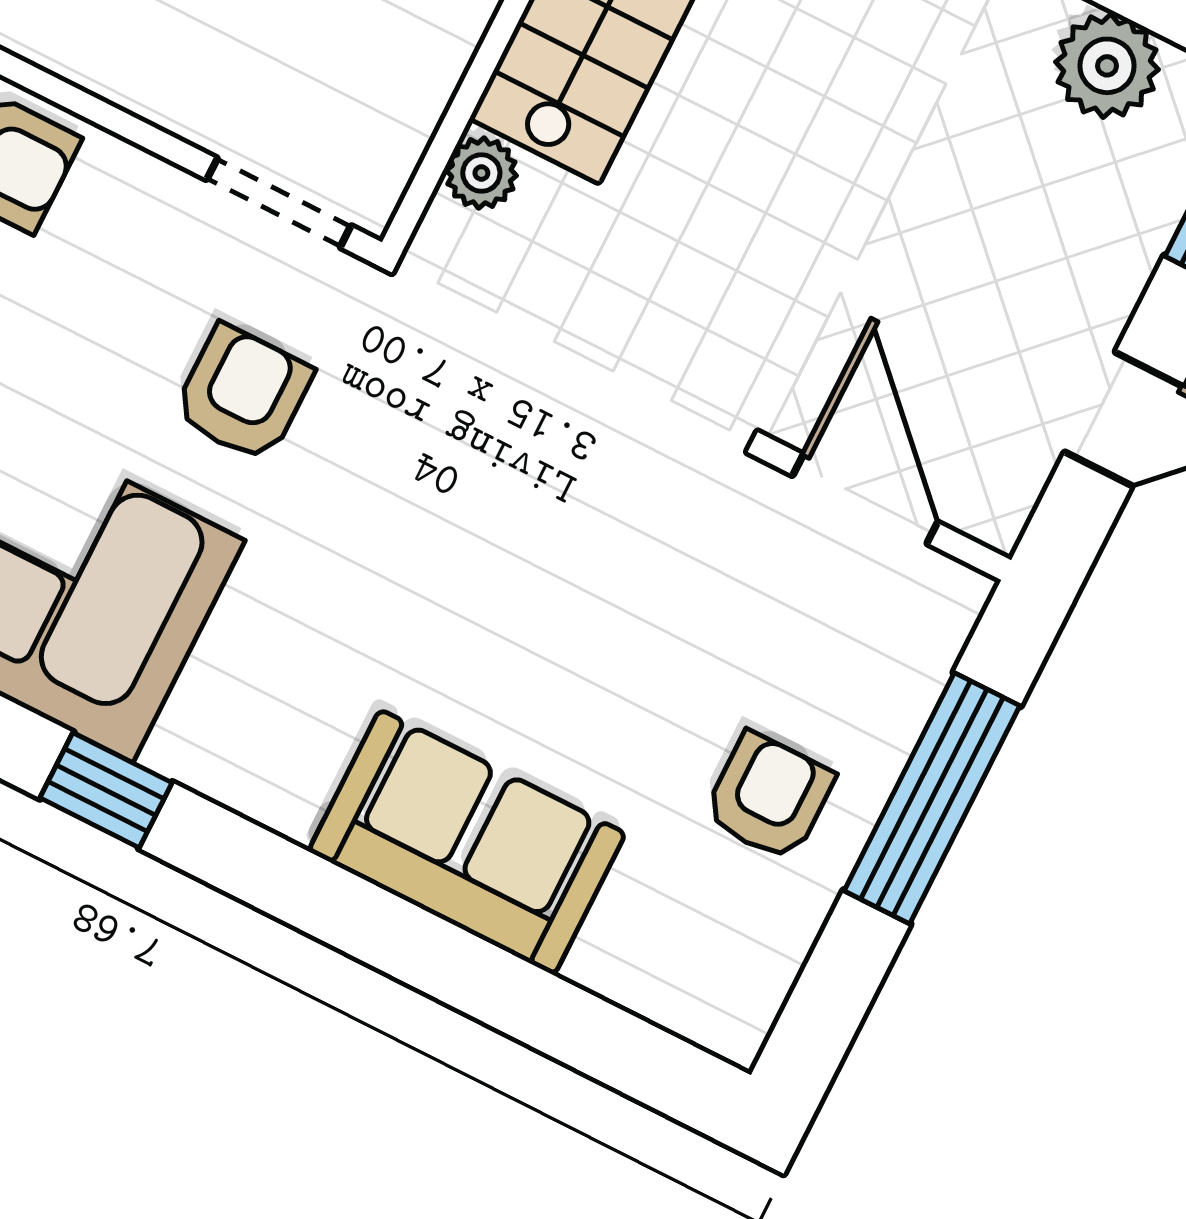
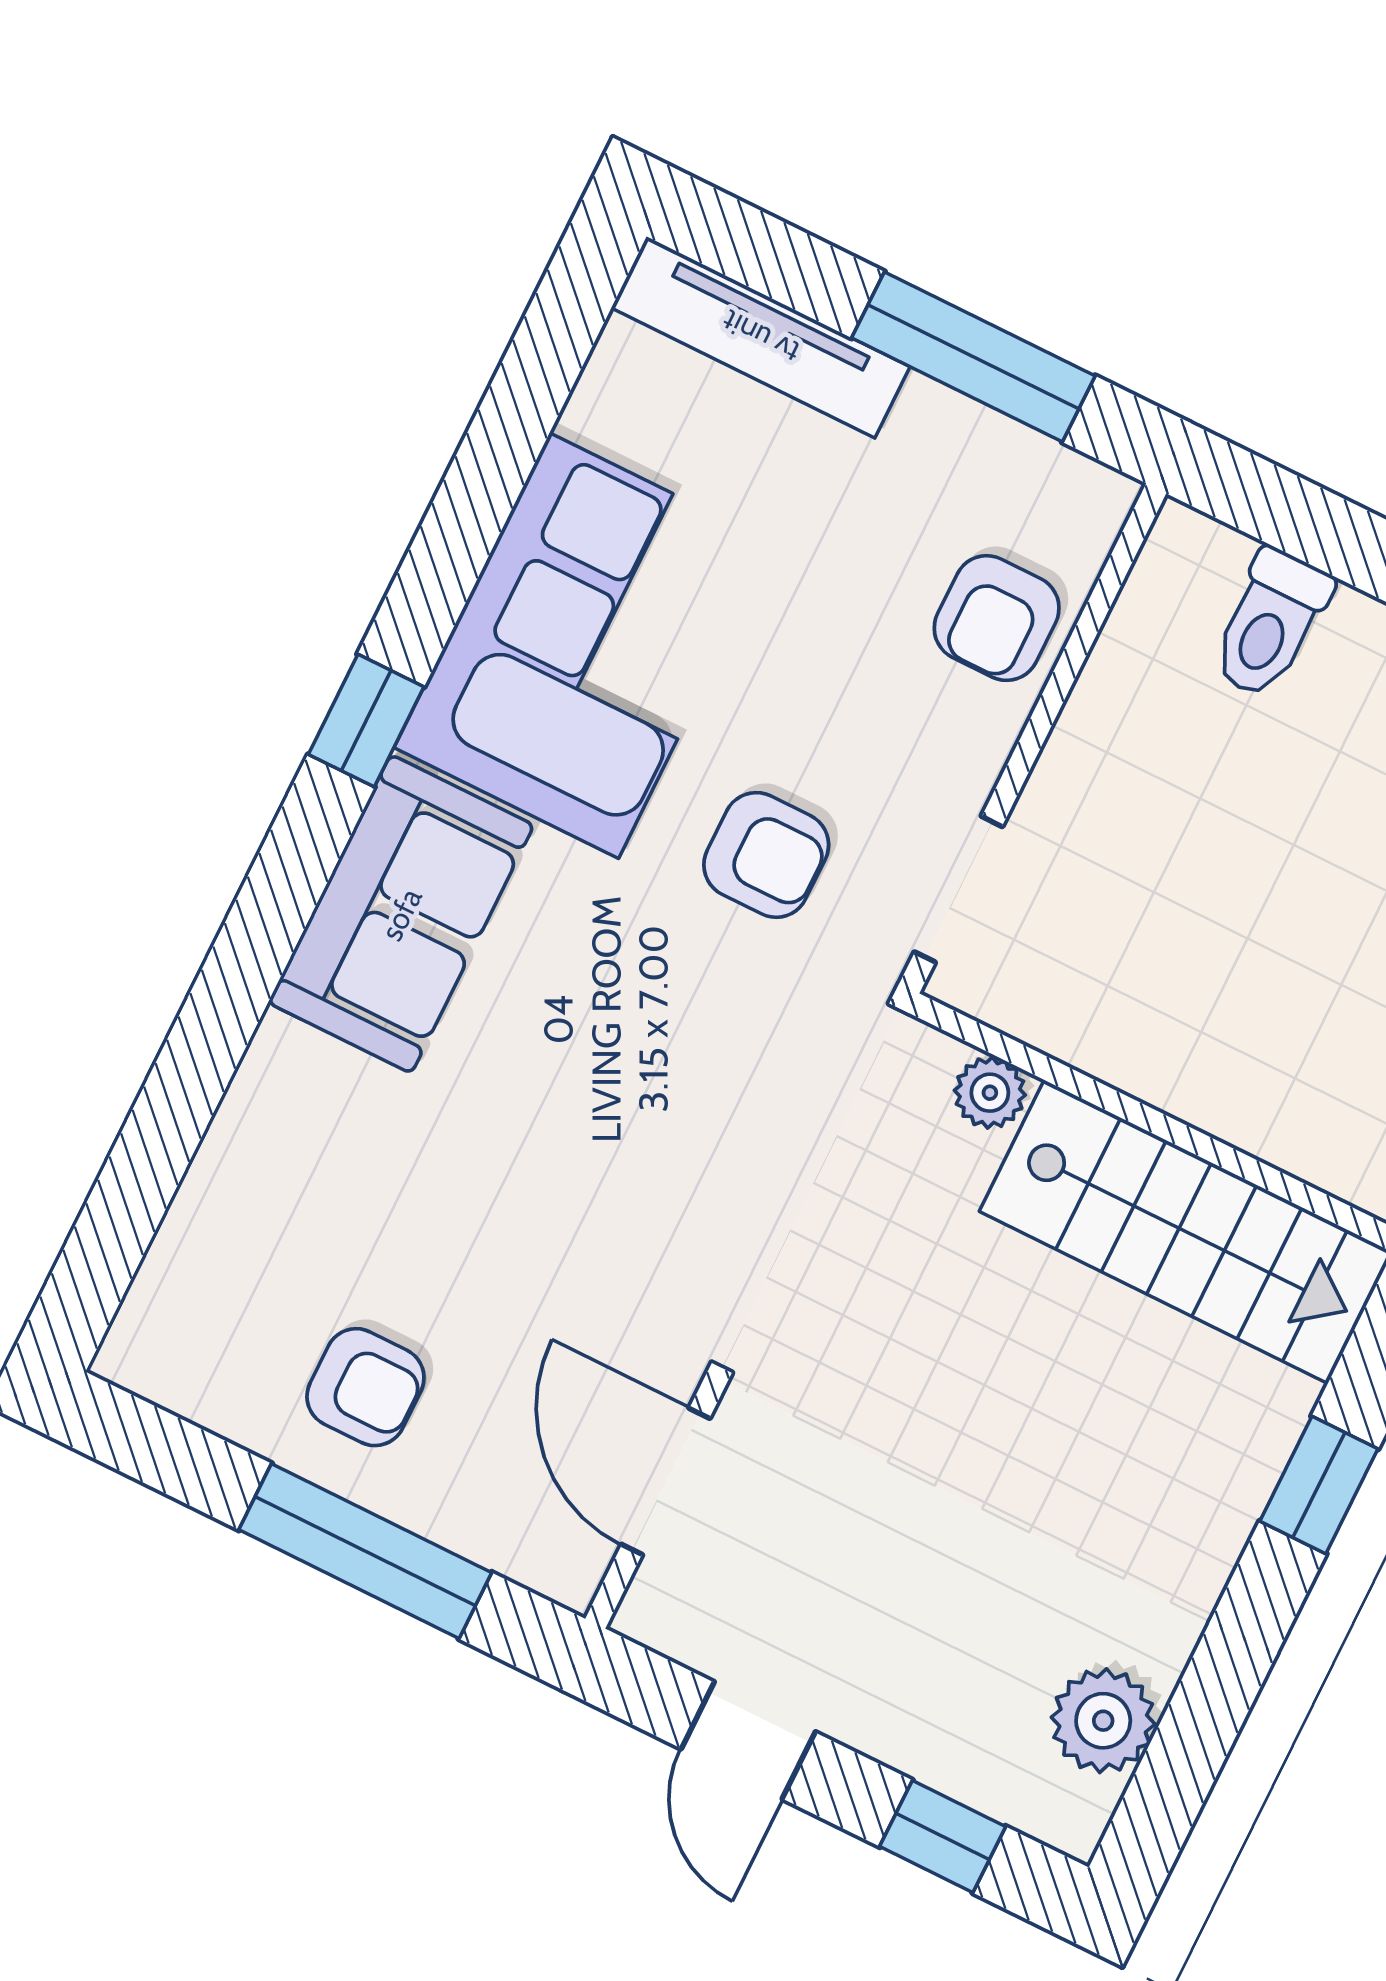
door: (865, 499) -> (666, 1481), swing flipped
sofa: (467, 842) -> (401, 914), moved

